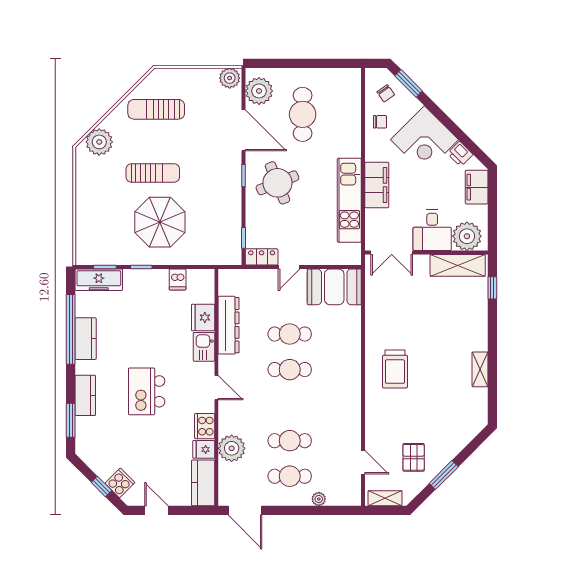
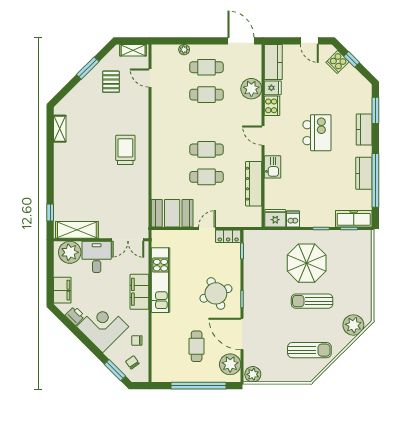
window: (300, 63) -> (198, 386), added
cafe table: (303, 114) -> (197, 346), width x0.73, depth x0.74
double door: (392, 252) -> (128, 240), swing flipped
fridge: (203, 317) -> (275, 218), moved, turned -90
shelving: (480, 369) -> (60, 129), moved

